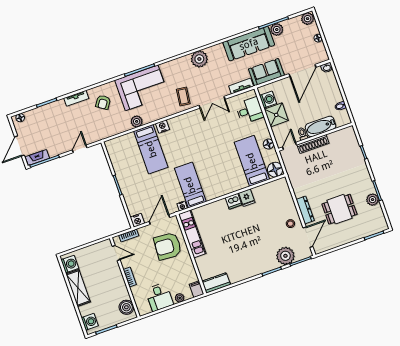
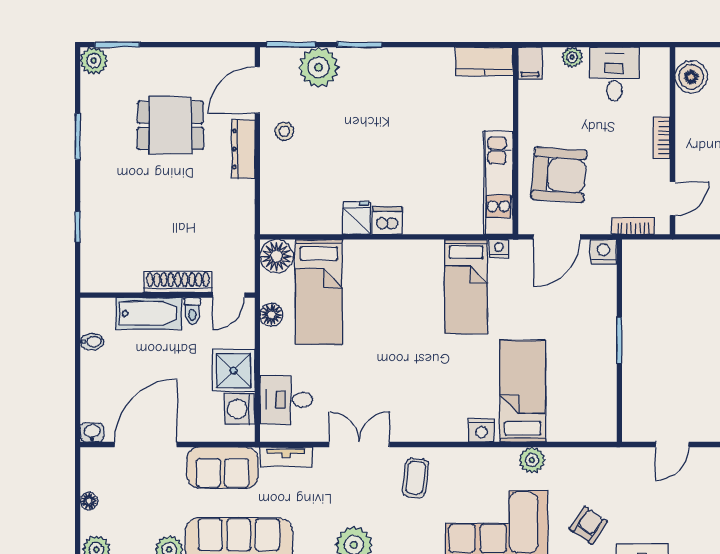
plant: (373, 200) -> (94, 61), moved
door: (116, 253) -> (673, 199), swing flipped

